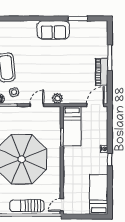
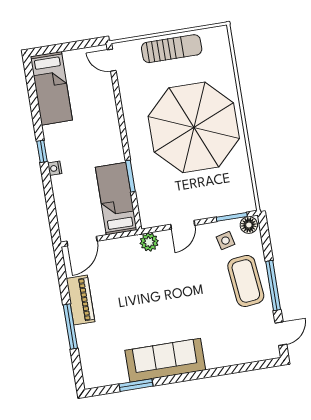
sofa: (53, 30) -> (165, 360), width x1.36
door: (62, 205) -> (112, 60), swing flipped

